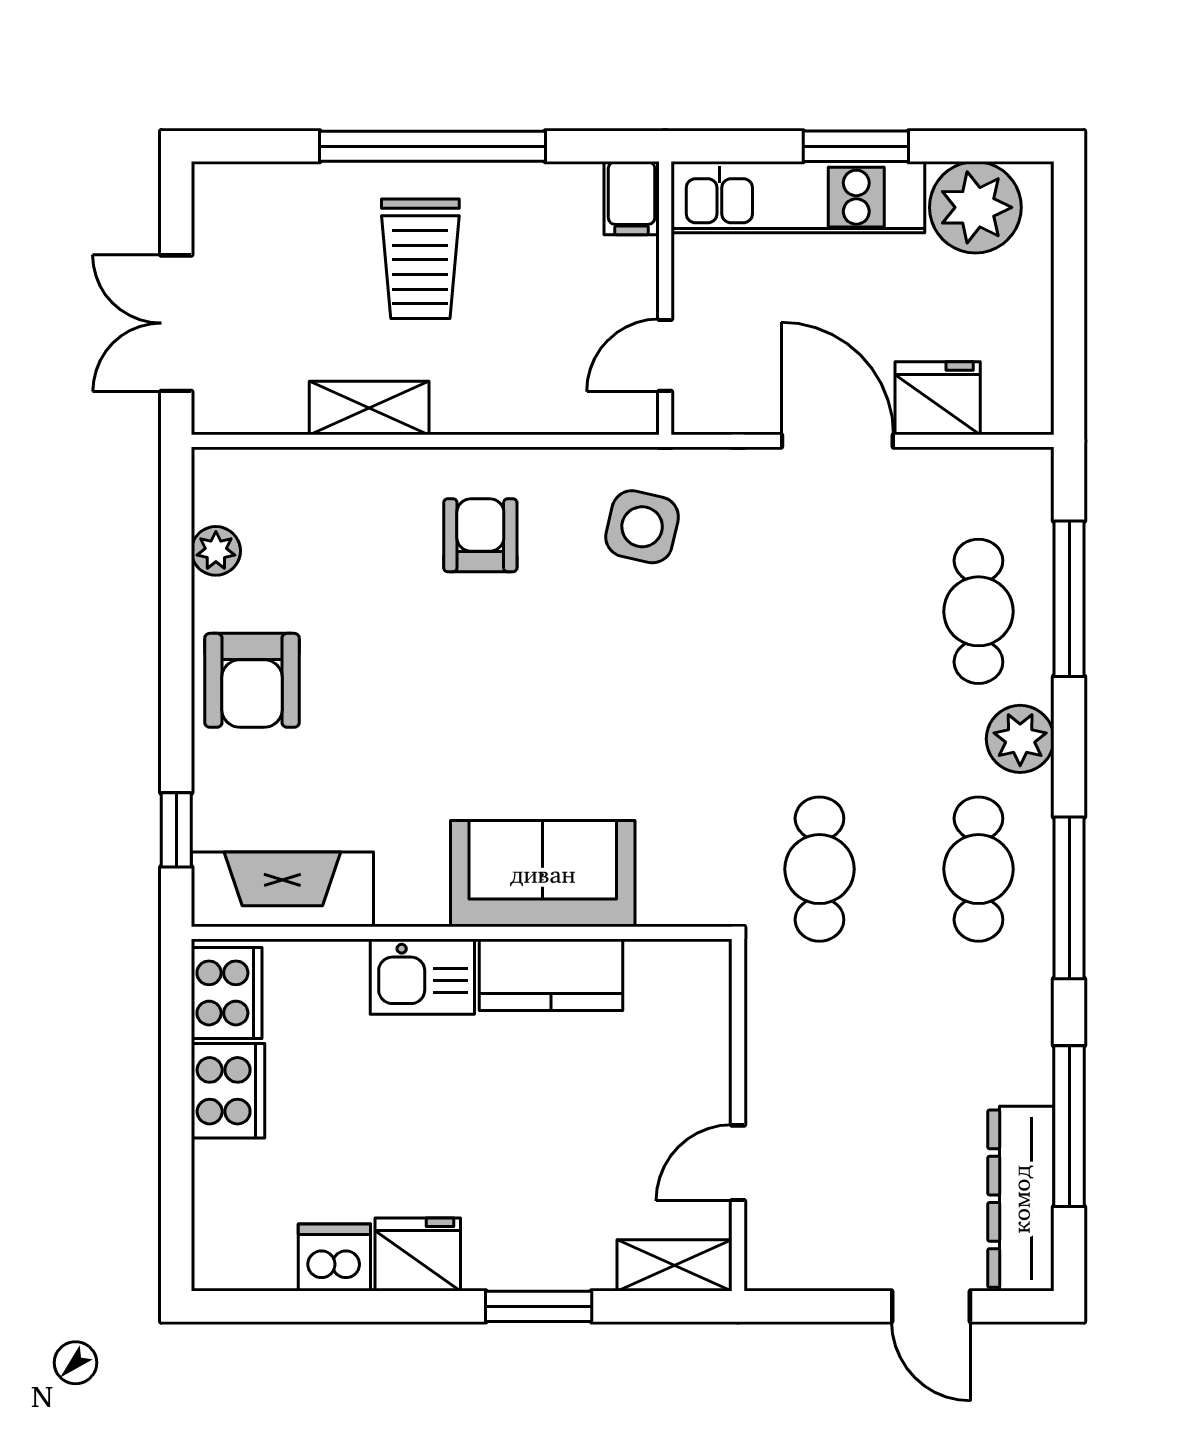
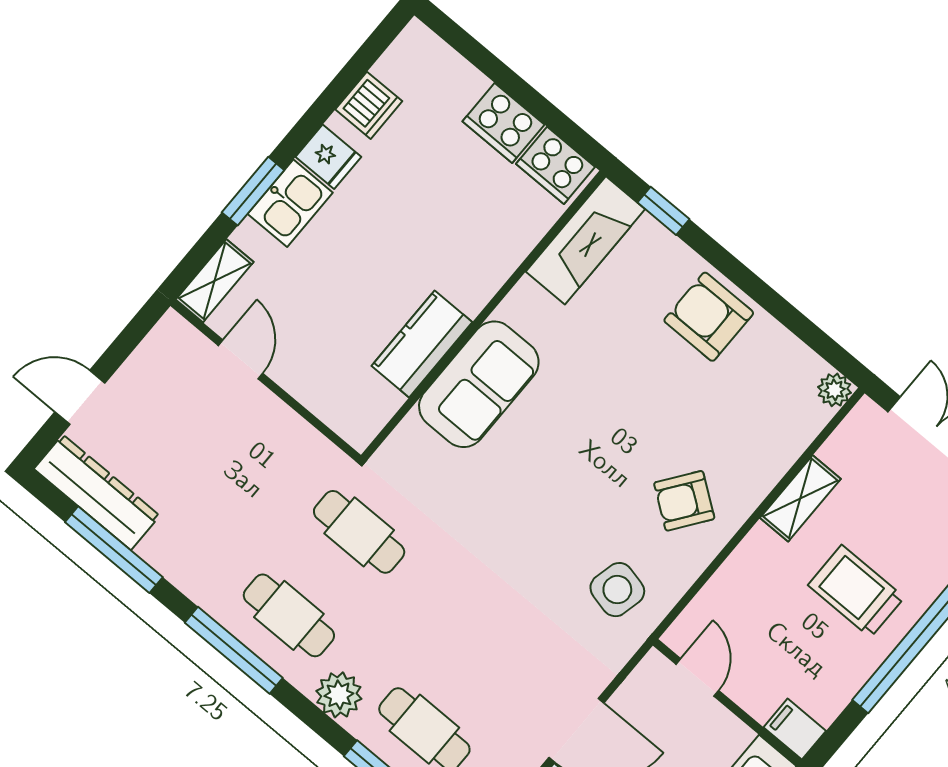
armchair: (480, 535) -> (684, 501), turned 126
plant: (216, 551) -> (835, 390), moved
kitchen sink: (422, 977) -> (290, 203), moved, turned 180
fridge: (418, 1254) -> (328, 157), width x0.72

